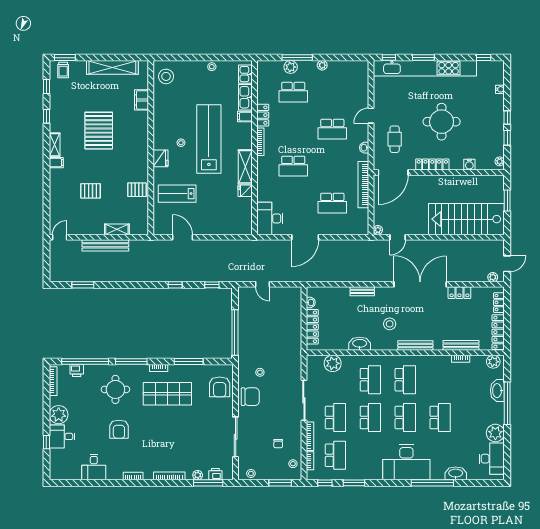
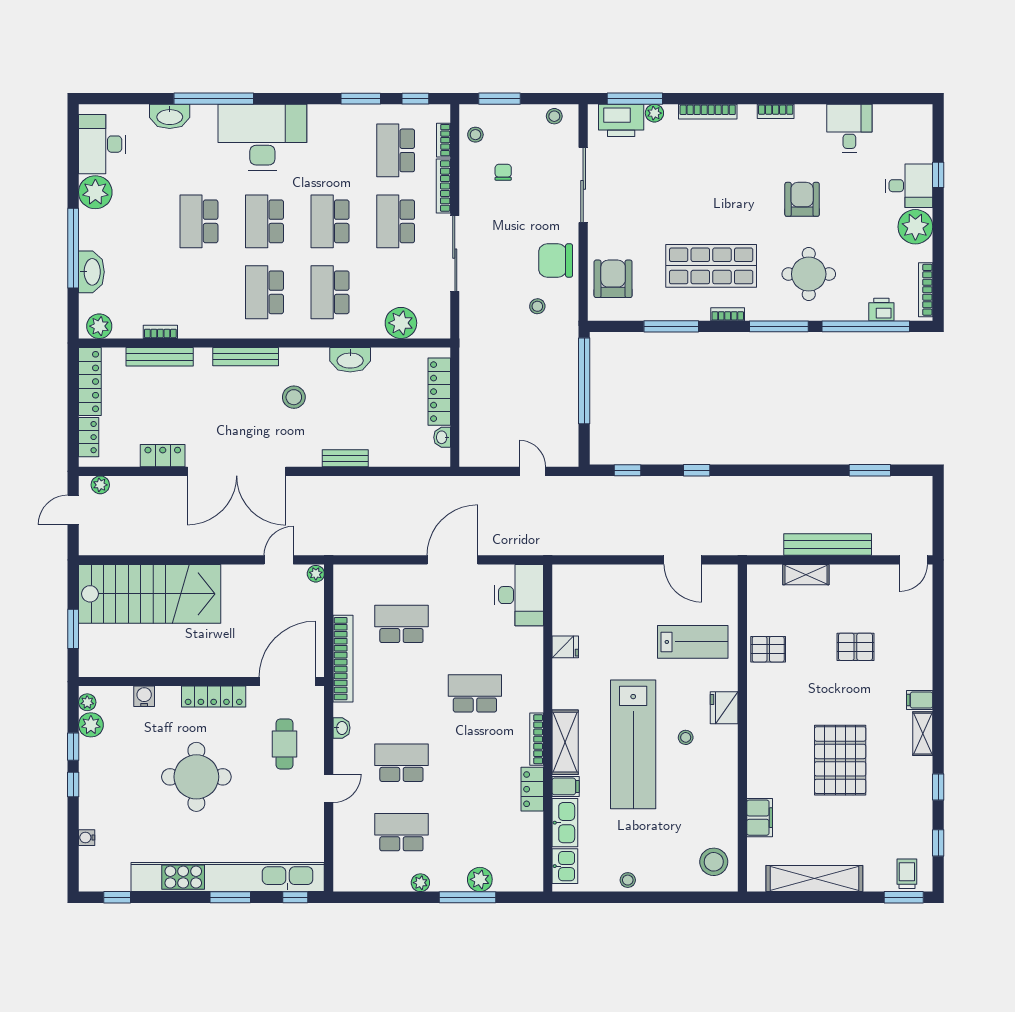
school desk: (293, 92) -> (401, 832), moved
plant: (498, 149) -> (91, 725), added
shelving: (245, 167) -> (565, 742), moved
printer: (215, 474) -> (621, 120), width x1.87, depth x1.48

